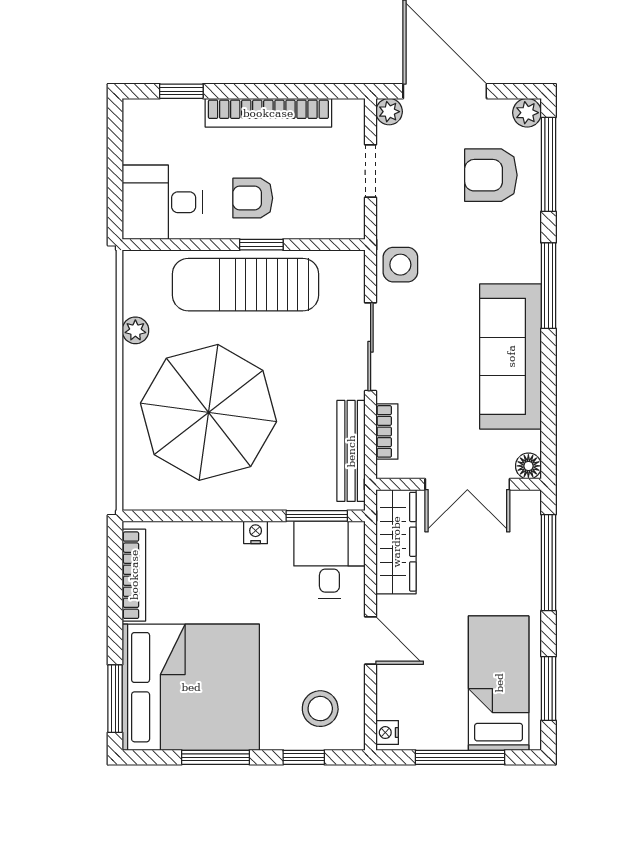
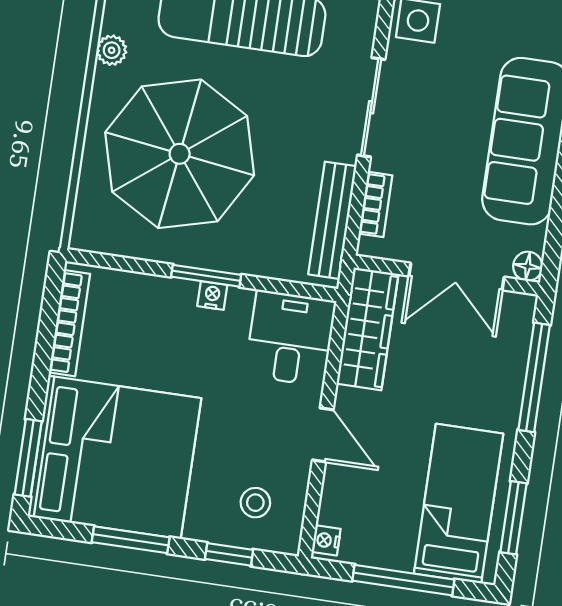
window: (317, 516) -> (206, 276), moved
stool: (320, 709) -> (255, 503), width x0.73, depth x0.73

